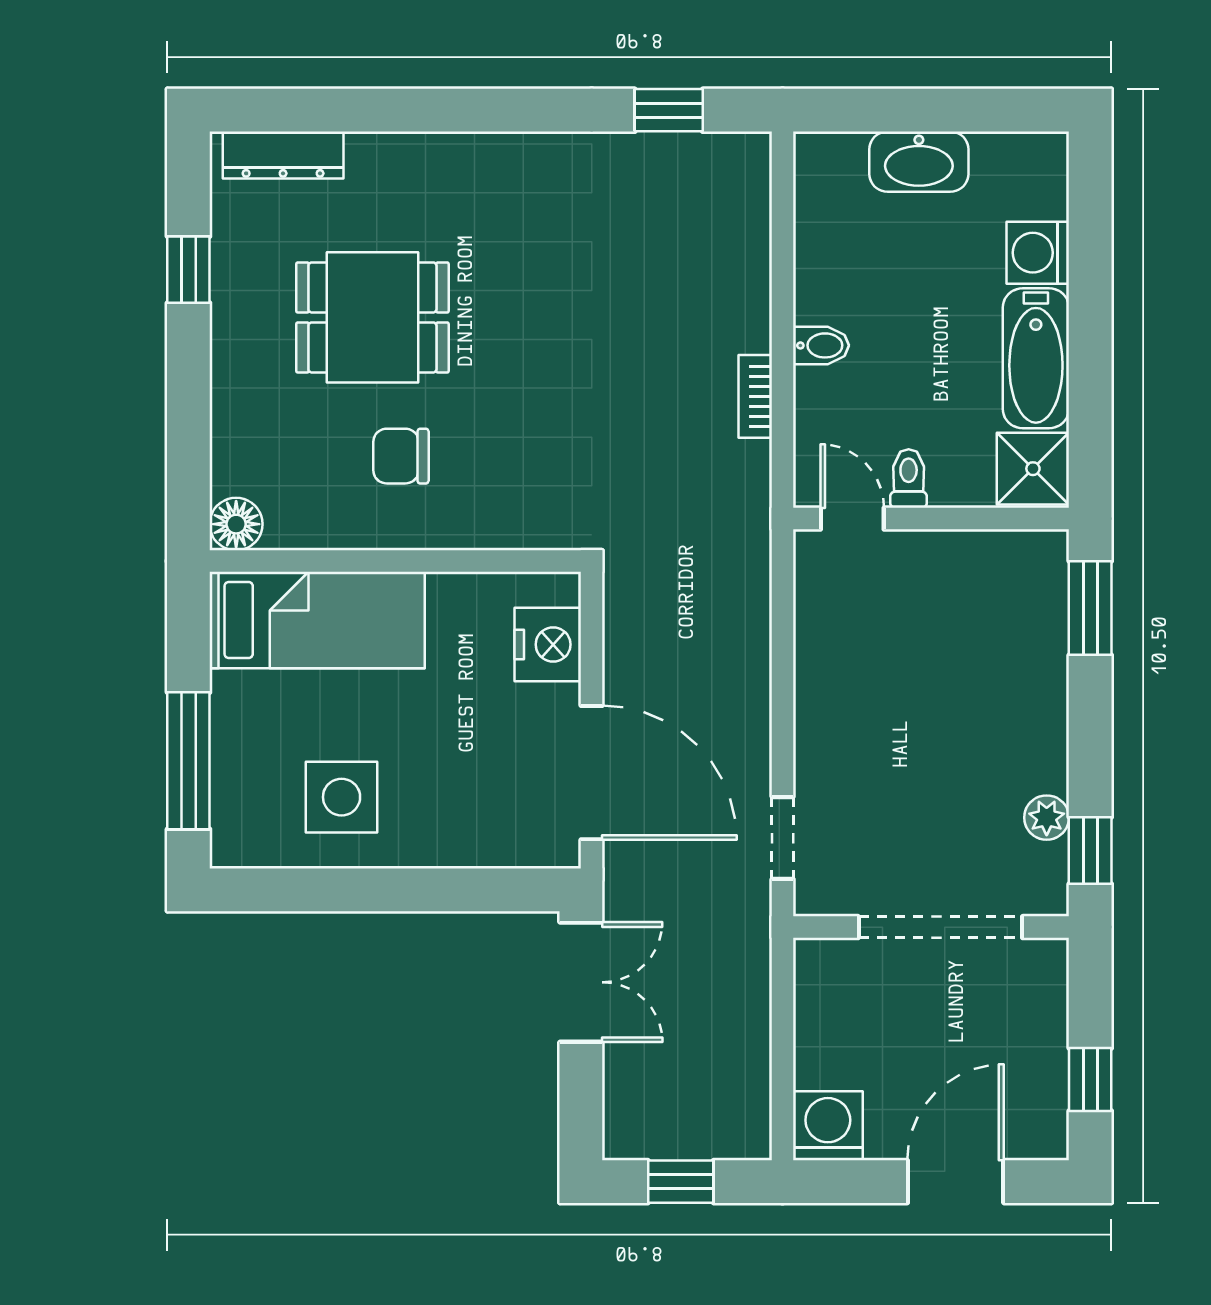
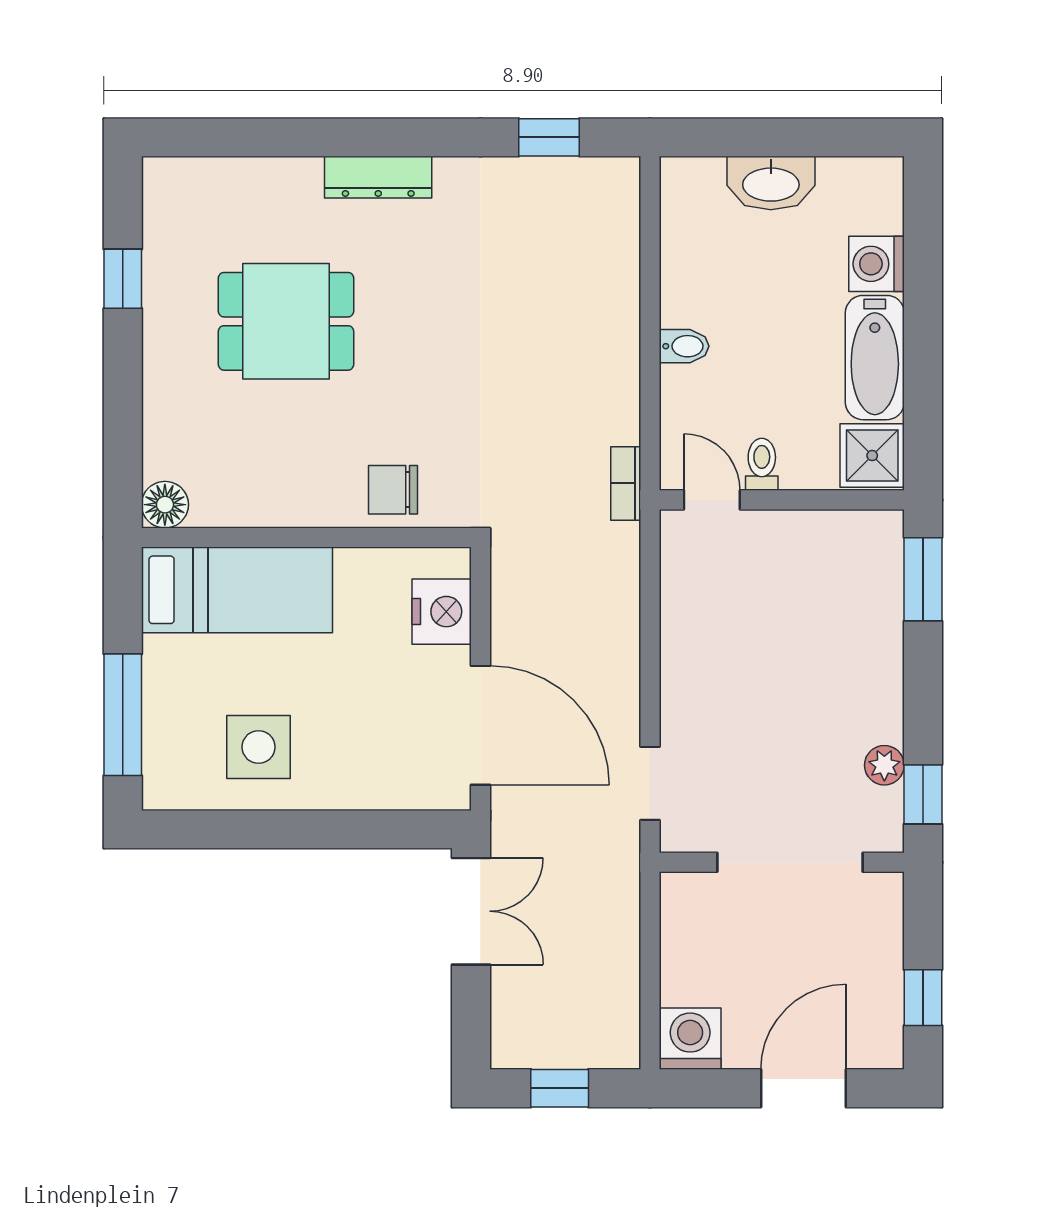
dresser: (283, 155) -> (378, 177), moved
bookcase: (755, 396) -> (626, 483), moved
chair: (401, 456) -> (393, 490), moved

